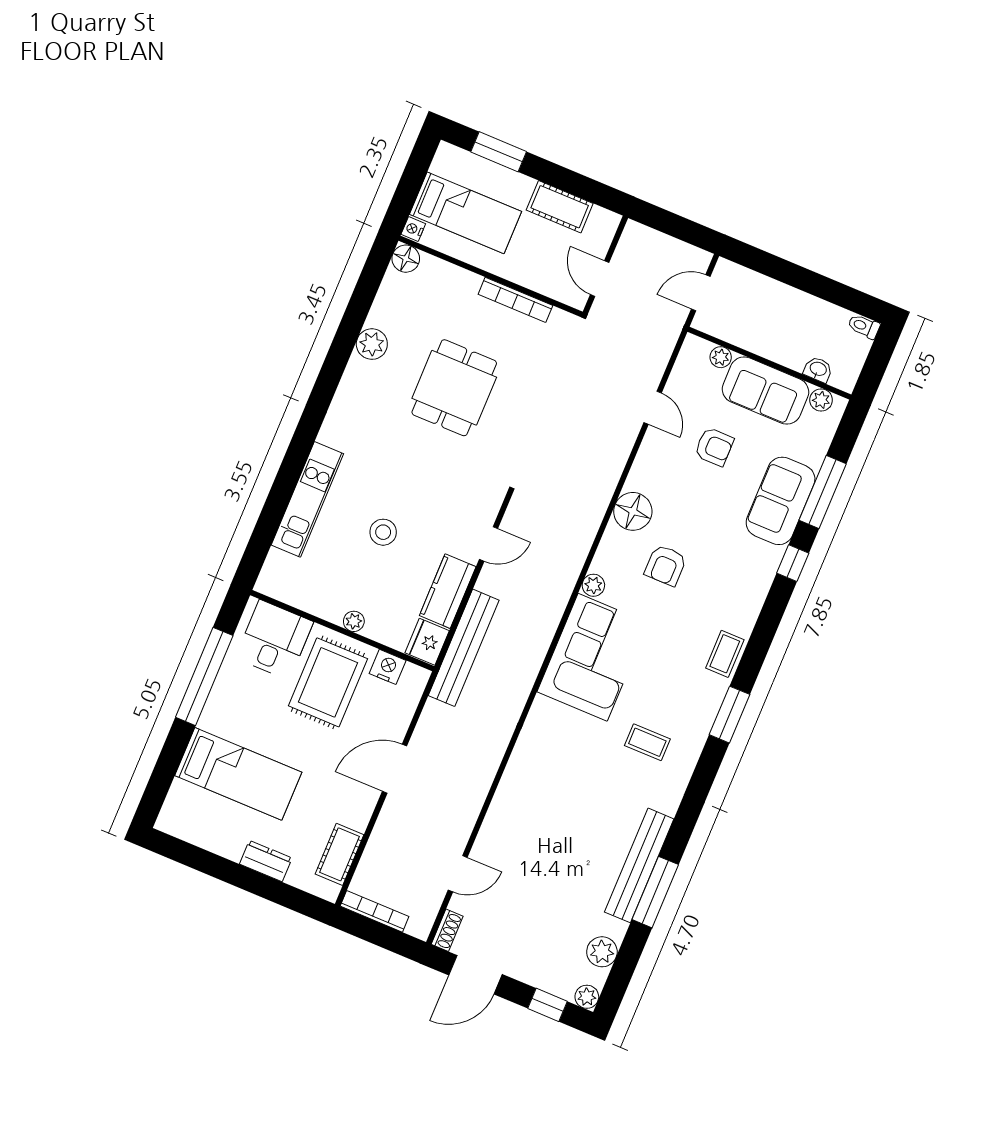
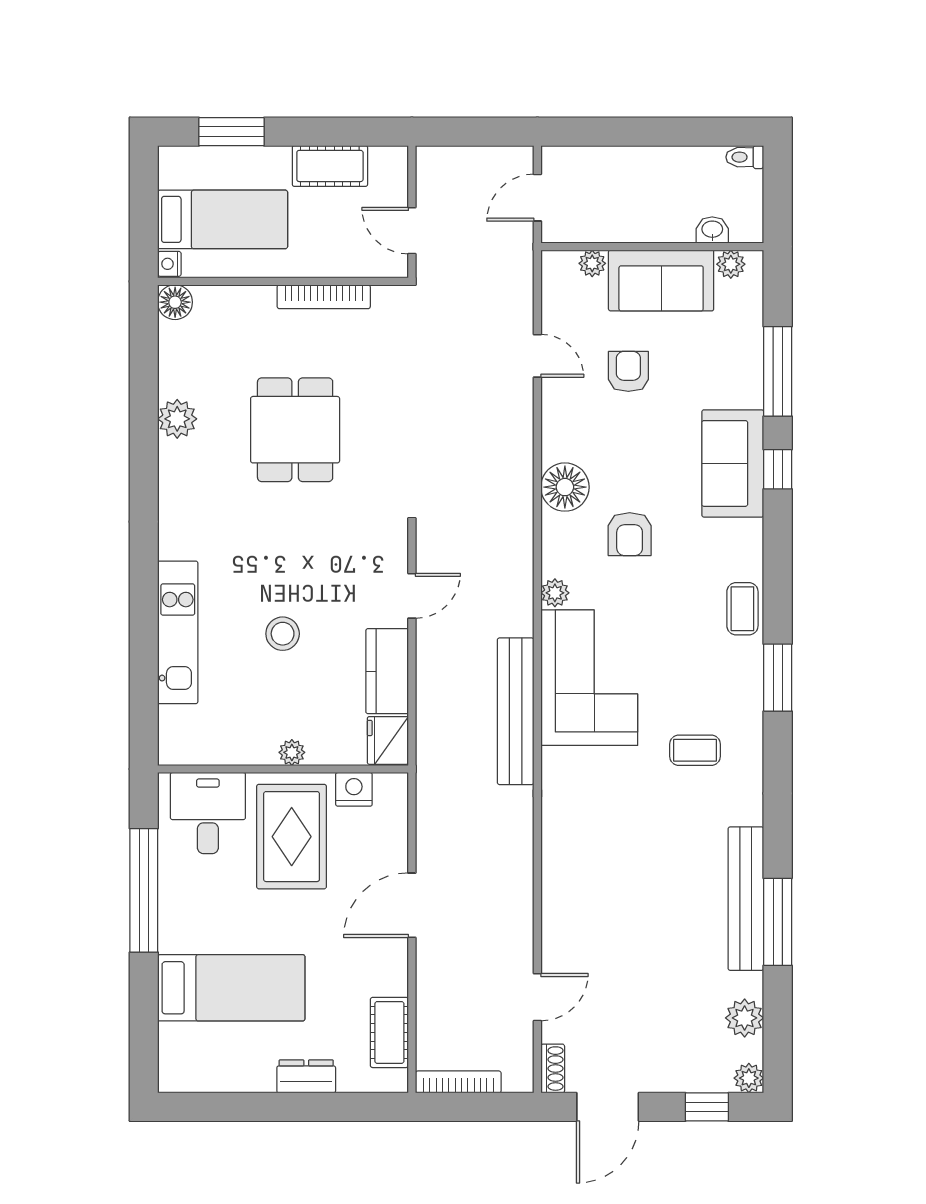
armchair: (714, 447) -> (628, 371), turned -90
sofa: (781, 501) -> (733, 463), moved
bench: (464, 648) -> (516, 711), moved

